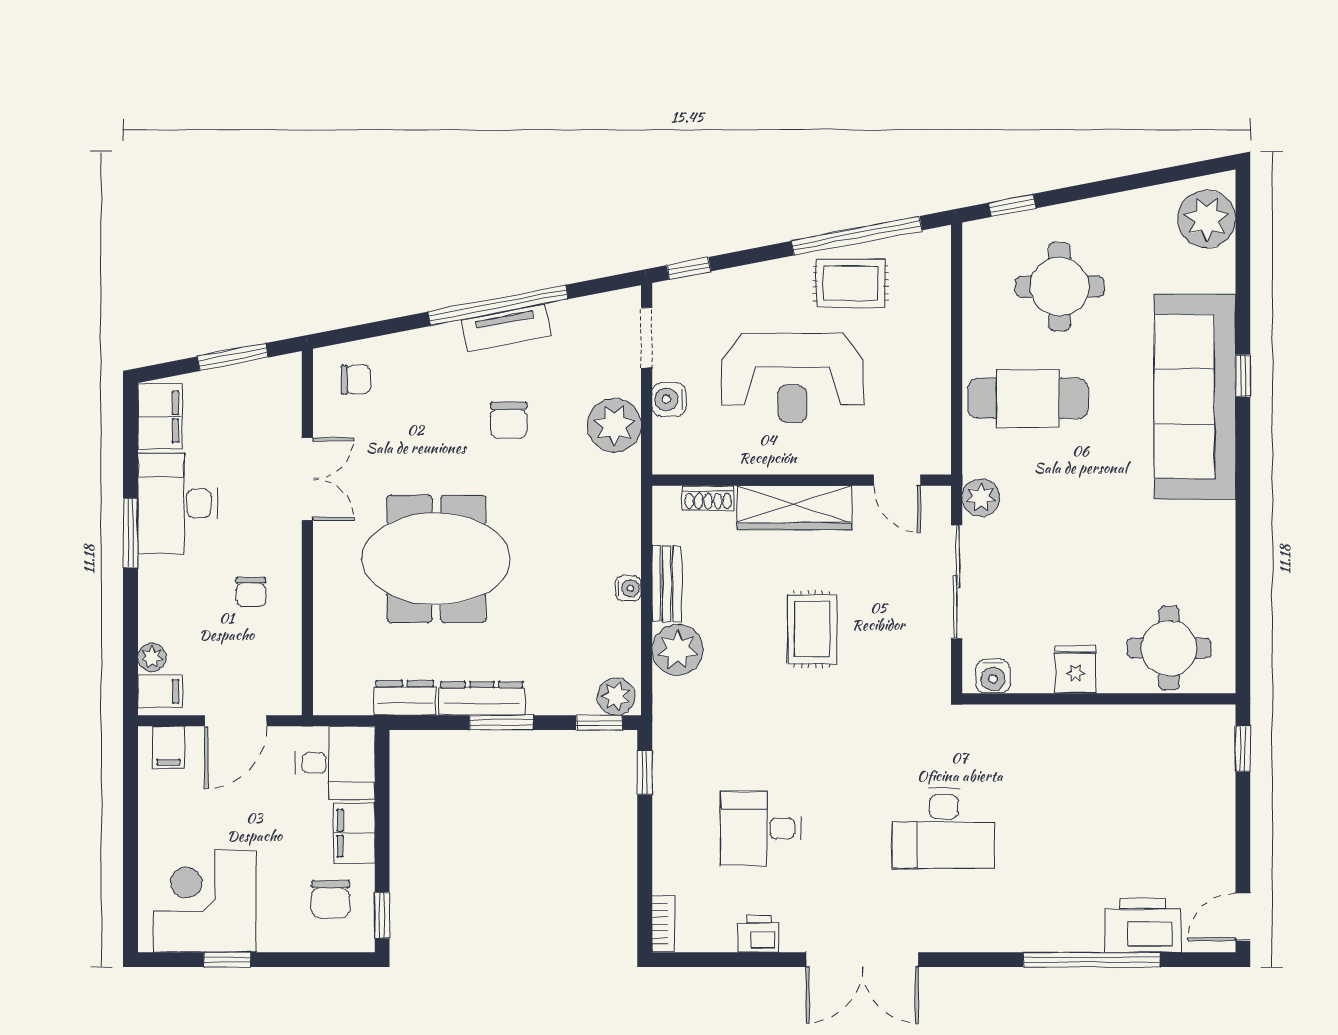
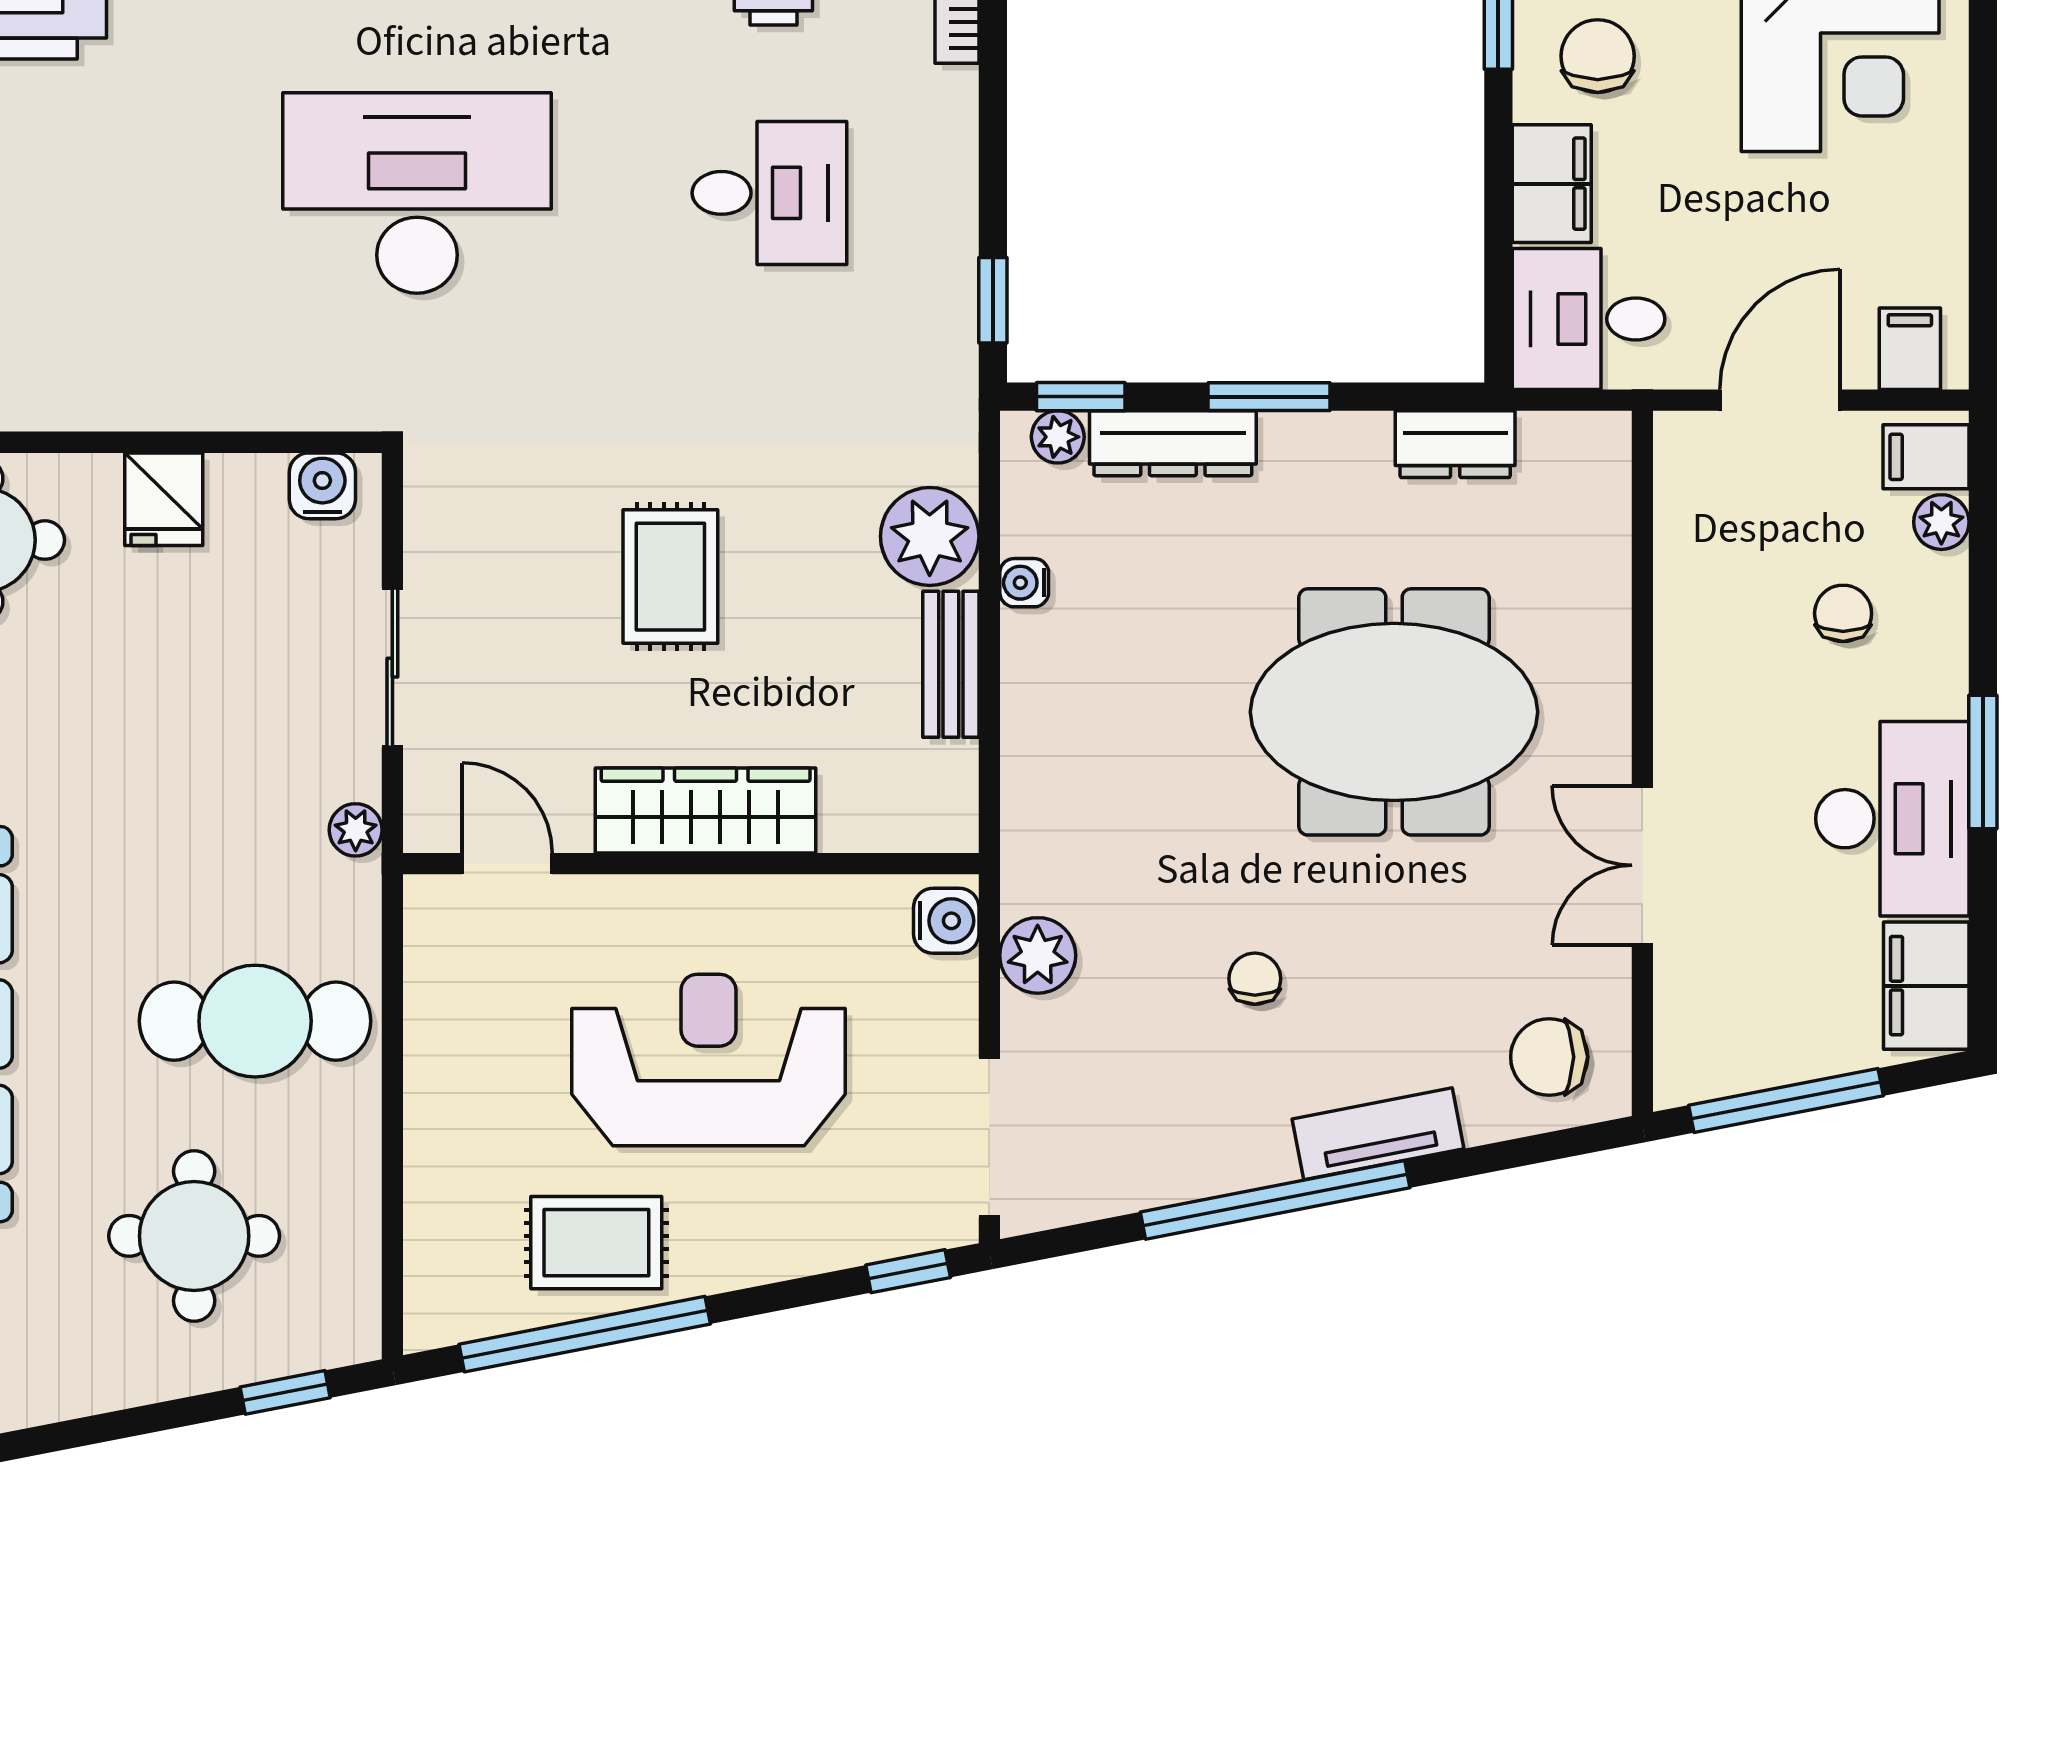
tv unit: (506, 328) -> (1378, 1134), moved
doorway: (647, 338) -> (989, 1137), width x1.38
window: (233, 357) -> (1786, 1100), width x1.44
chair: (356, 380) -> (1549, 1057), width x1.37, depth x1.37
water cooler: (669, 399) -> (946, 921), moved
chair: (509, 420) -> (1255, 979), width x0.73, depth x0.73
plant: (614, 425) -> (1038, 955), width x0.73, depth x0.73
shoe rack: (708, 498) -> (871, 829), removed
plant: (981, 498) -> (356, 830), width x0.73, depth x0.73
sliding door: (957, 582) -> (392, 668), width x0.73
water cooler: (628, 588) -> (1024, 583), moved
chair: (251, 592) -> (1843, 613), moved
plant: (616, 697) -> (1058, 437), width x0.73, depth x0.73
dresser: (482, 698) -> (1173, 443), moved
desk: (944, 828) -> (417, 193), width x1.36, depth x1.30

